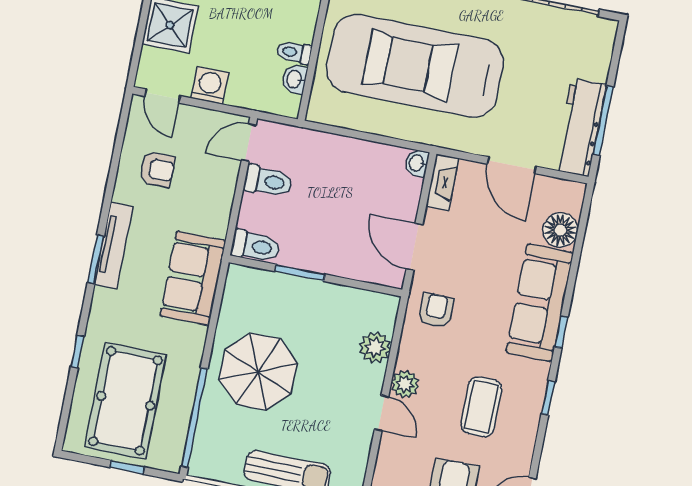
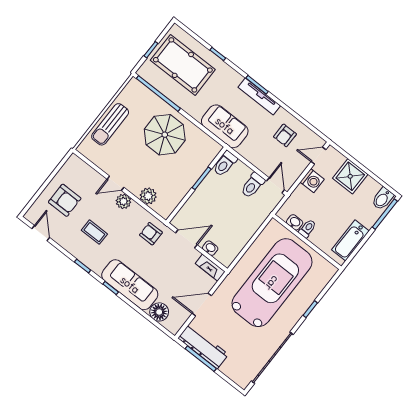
washbasin: (417, 163) -> (210, 248), moved
armchair: (436, 311) -> (151, 234), turned 180
coffee table: (481, 407) -> (94, 232), width x0.73, depth x0.77

